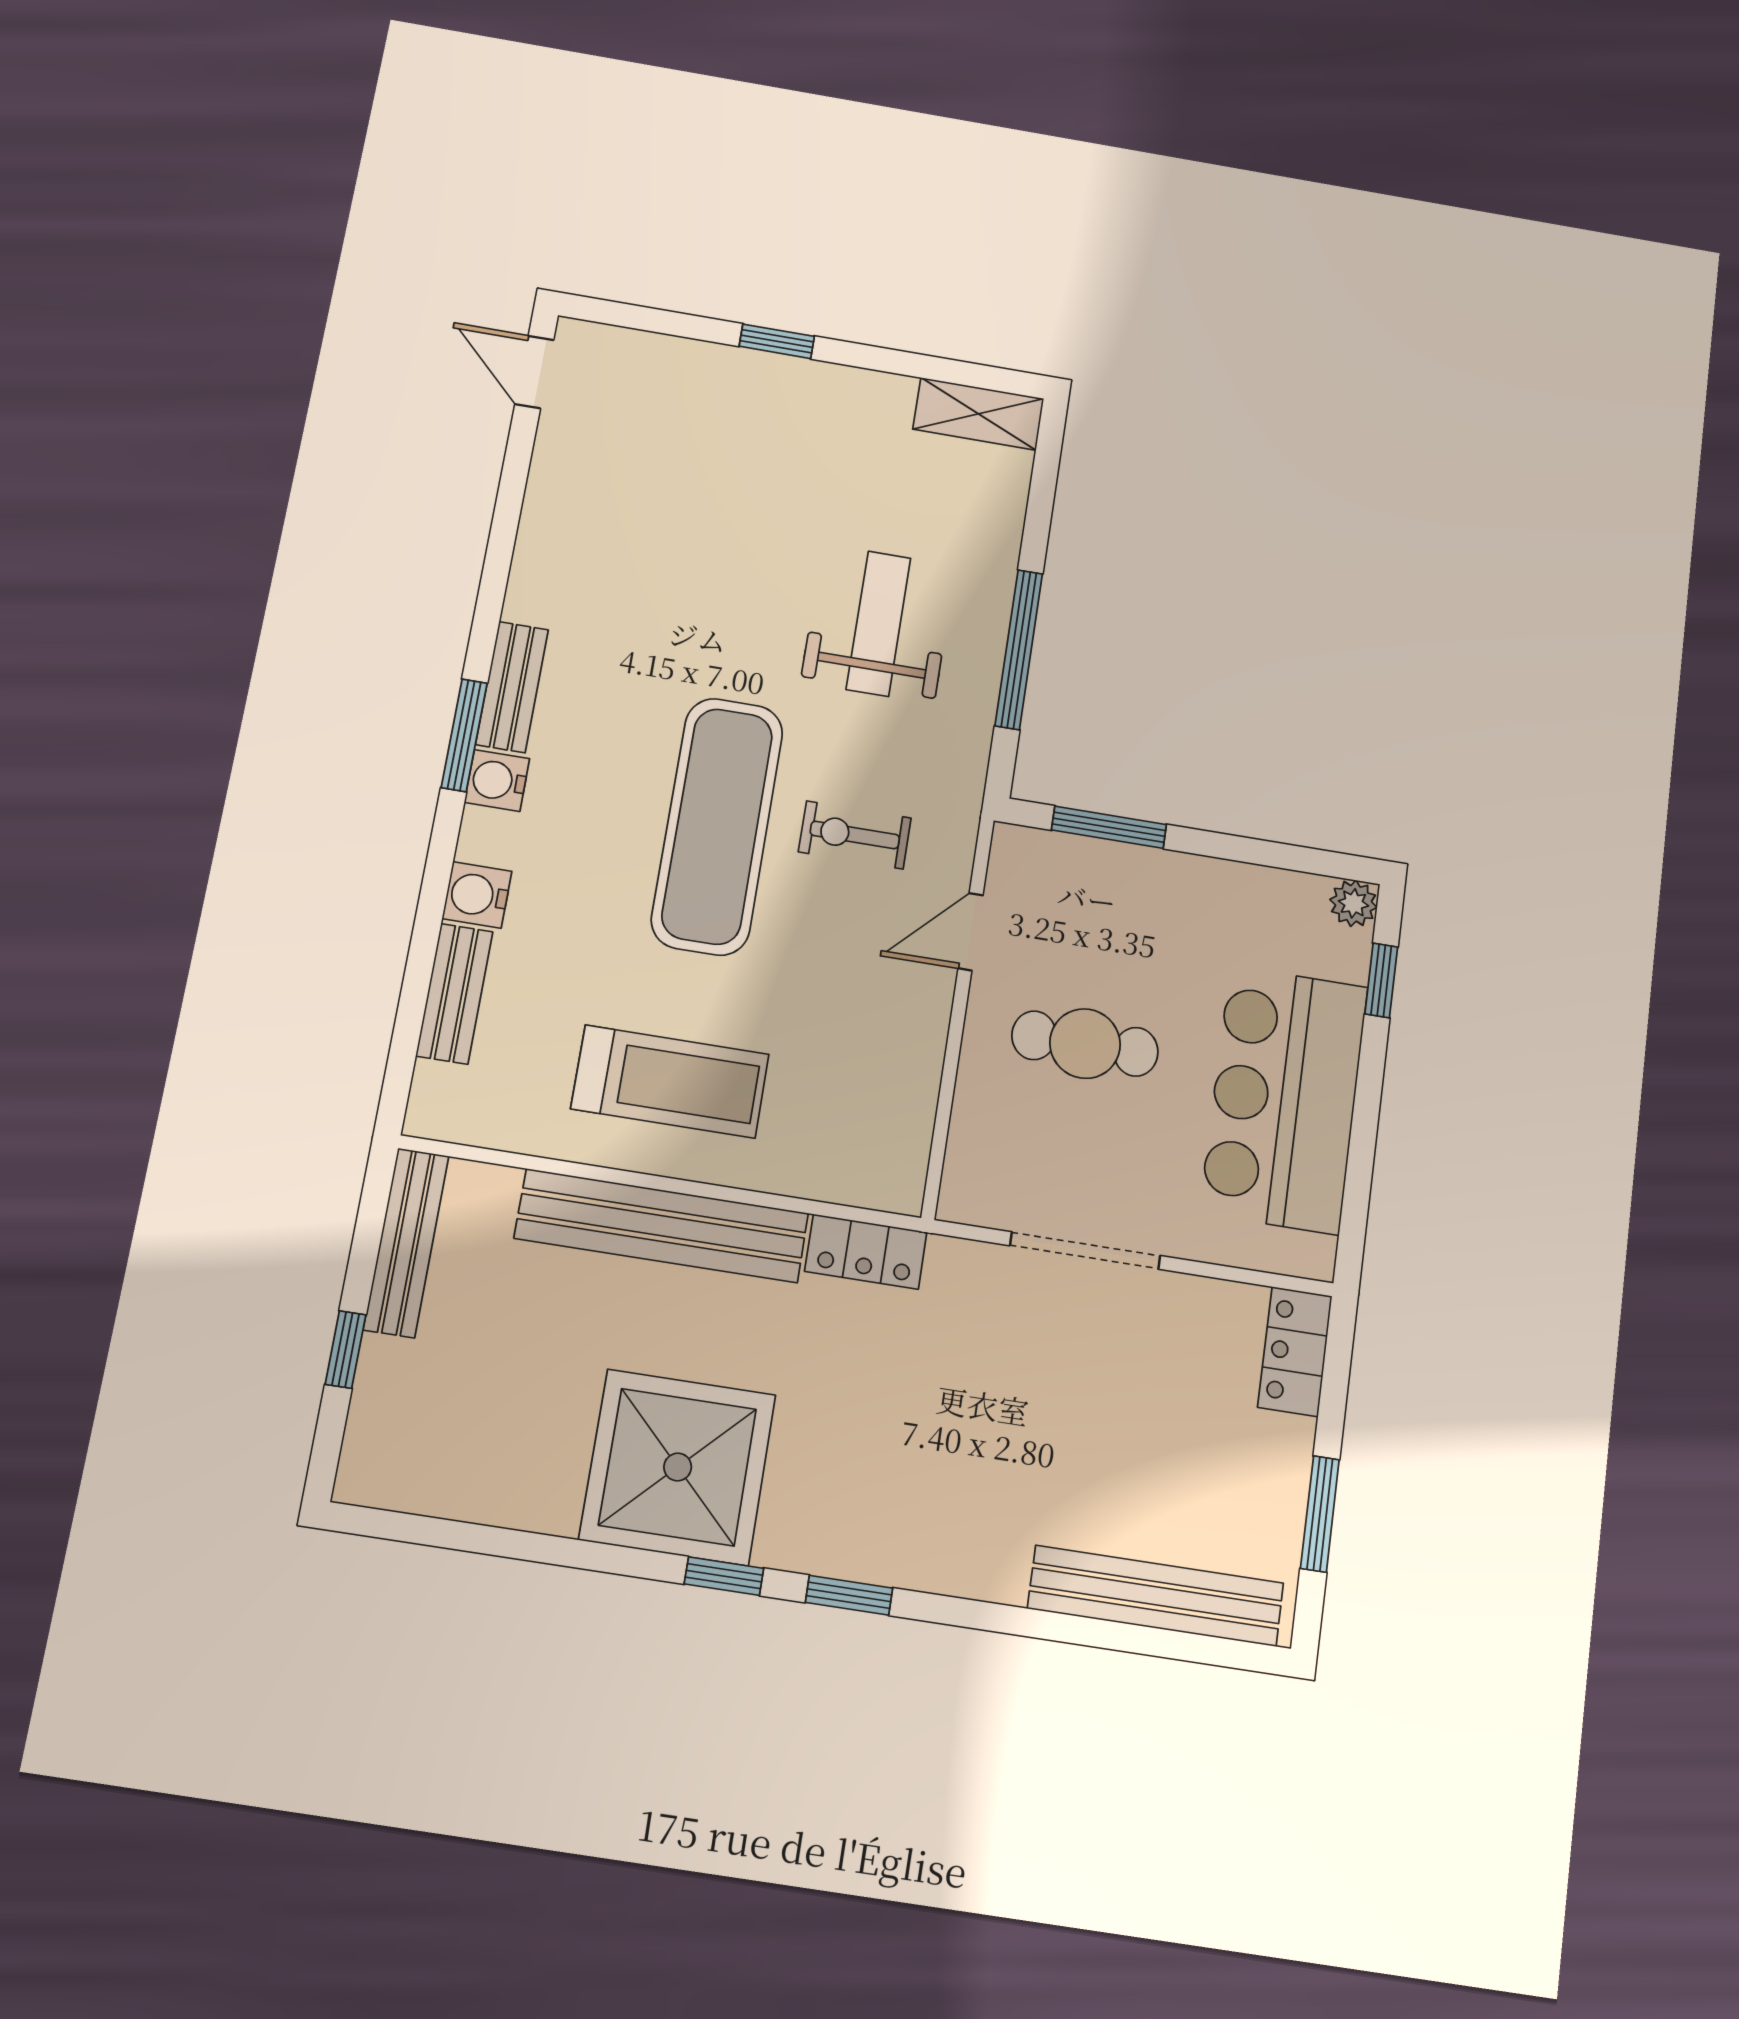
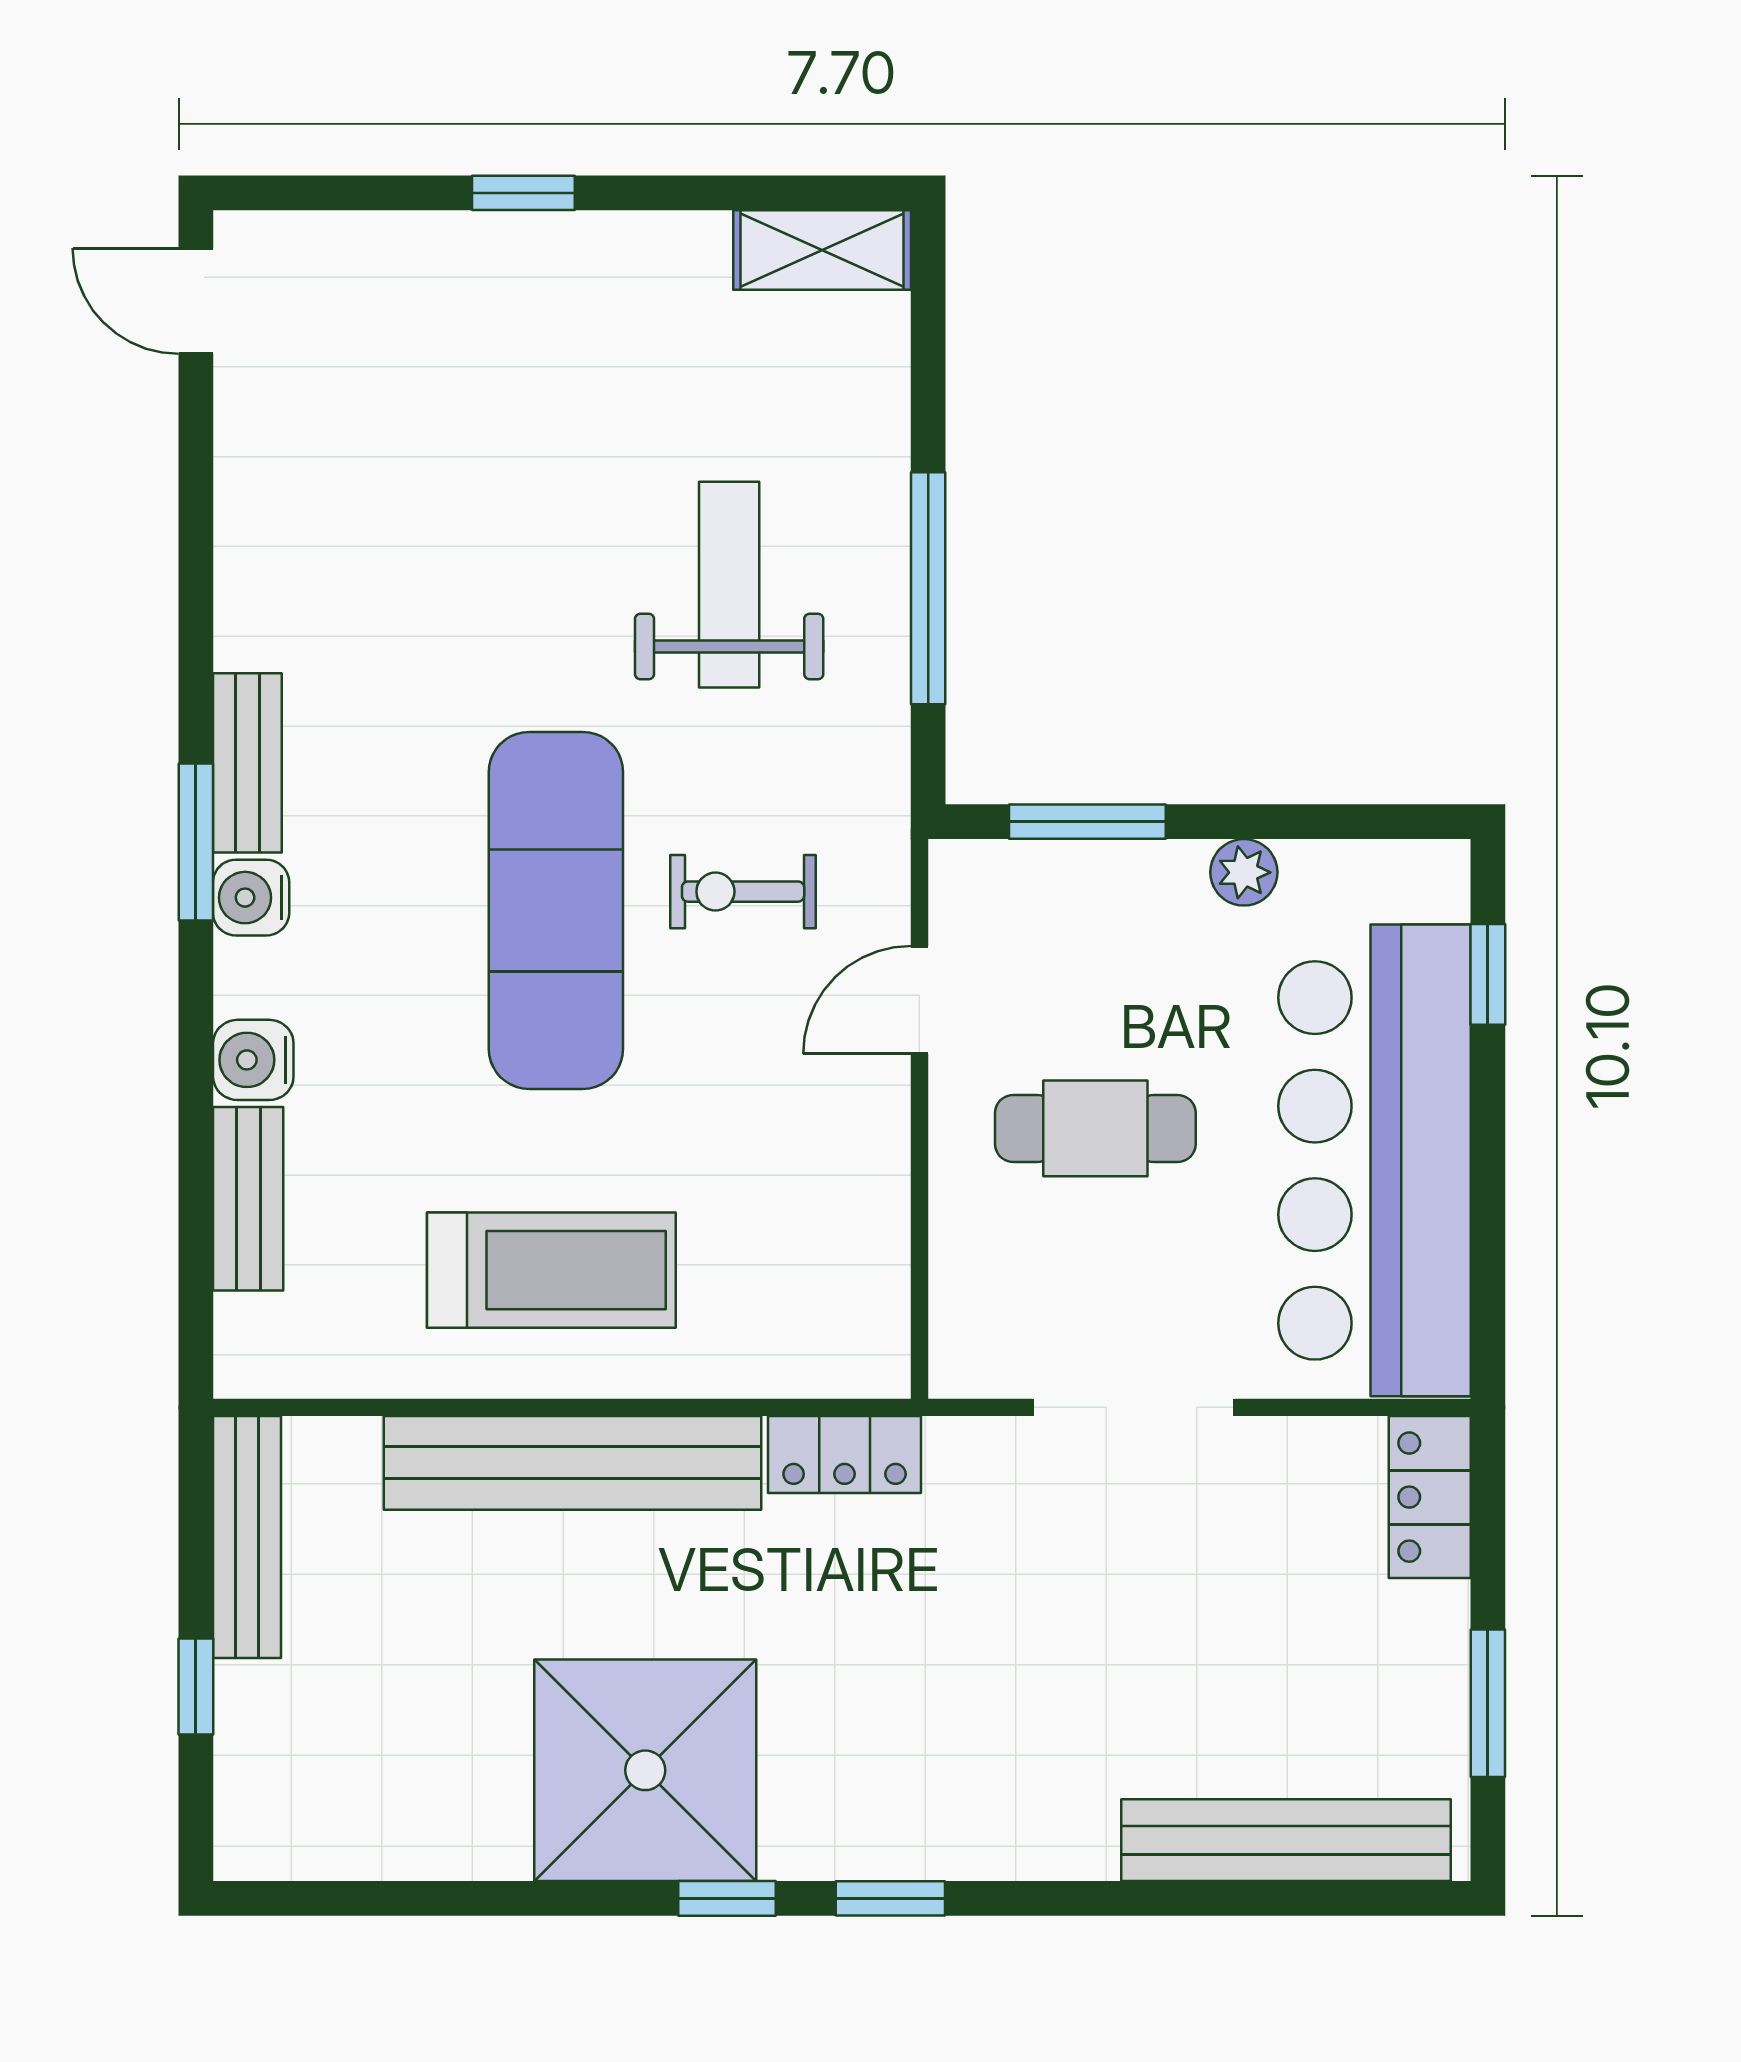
plant: (1353, 903) -> (1244, 872), moved
bar counter: (1284, 1099) -> (1375, 1160), width x1.36

